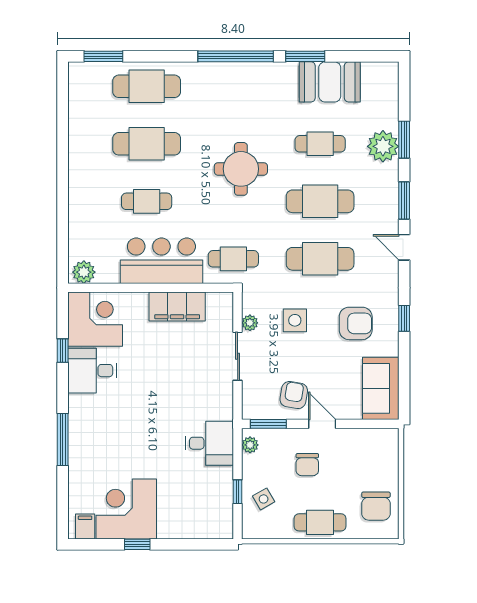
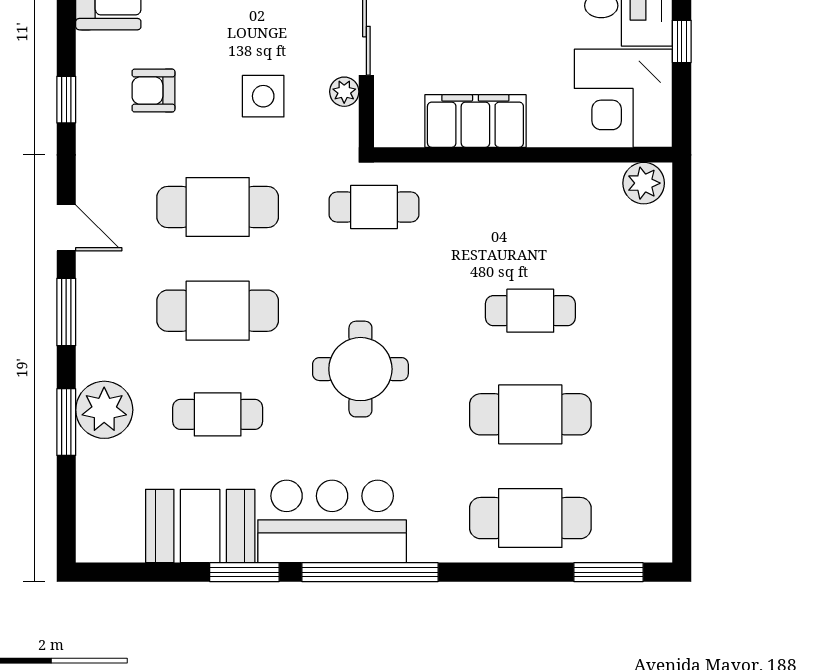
bar counter: (161, 261) -> (332, 521), moved, turned 180
armchair: (356, 323) -> (153, 91), width x0.72, depth x0.72

